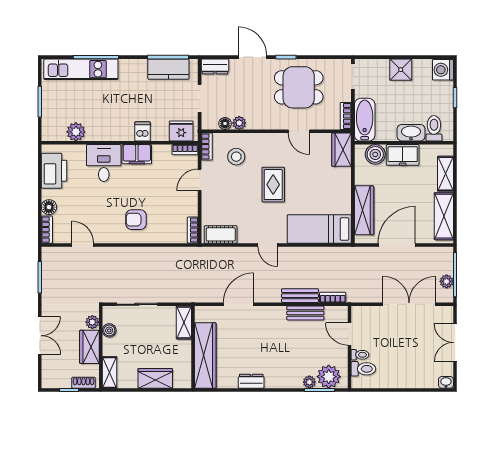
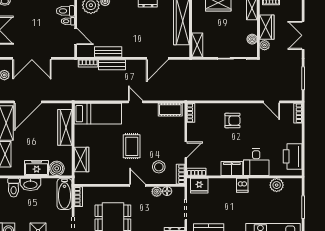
dishwasher: (143, 131) -> (242, 185), moved
door: (299, 131) -> (138, 185), moved
wardrobe: (341, 150) -> (81, 159), moved
floor lamp: (49, 207) -> (296, 130), removed
door: (397, 245) -> (28, 102), moved

